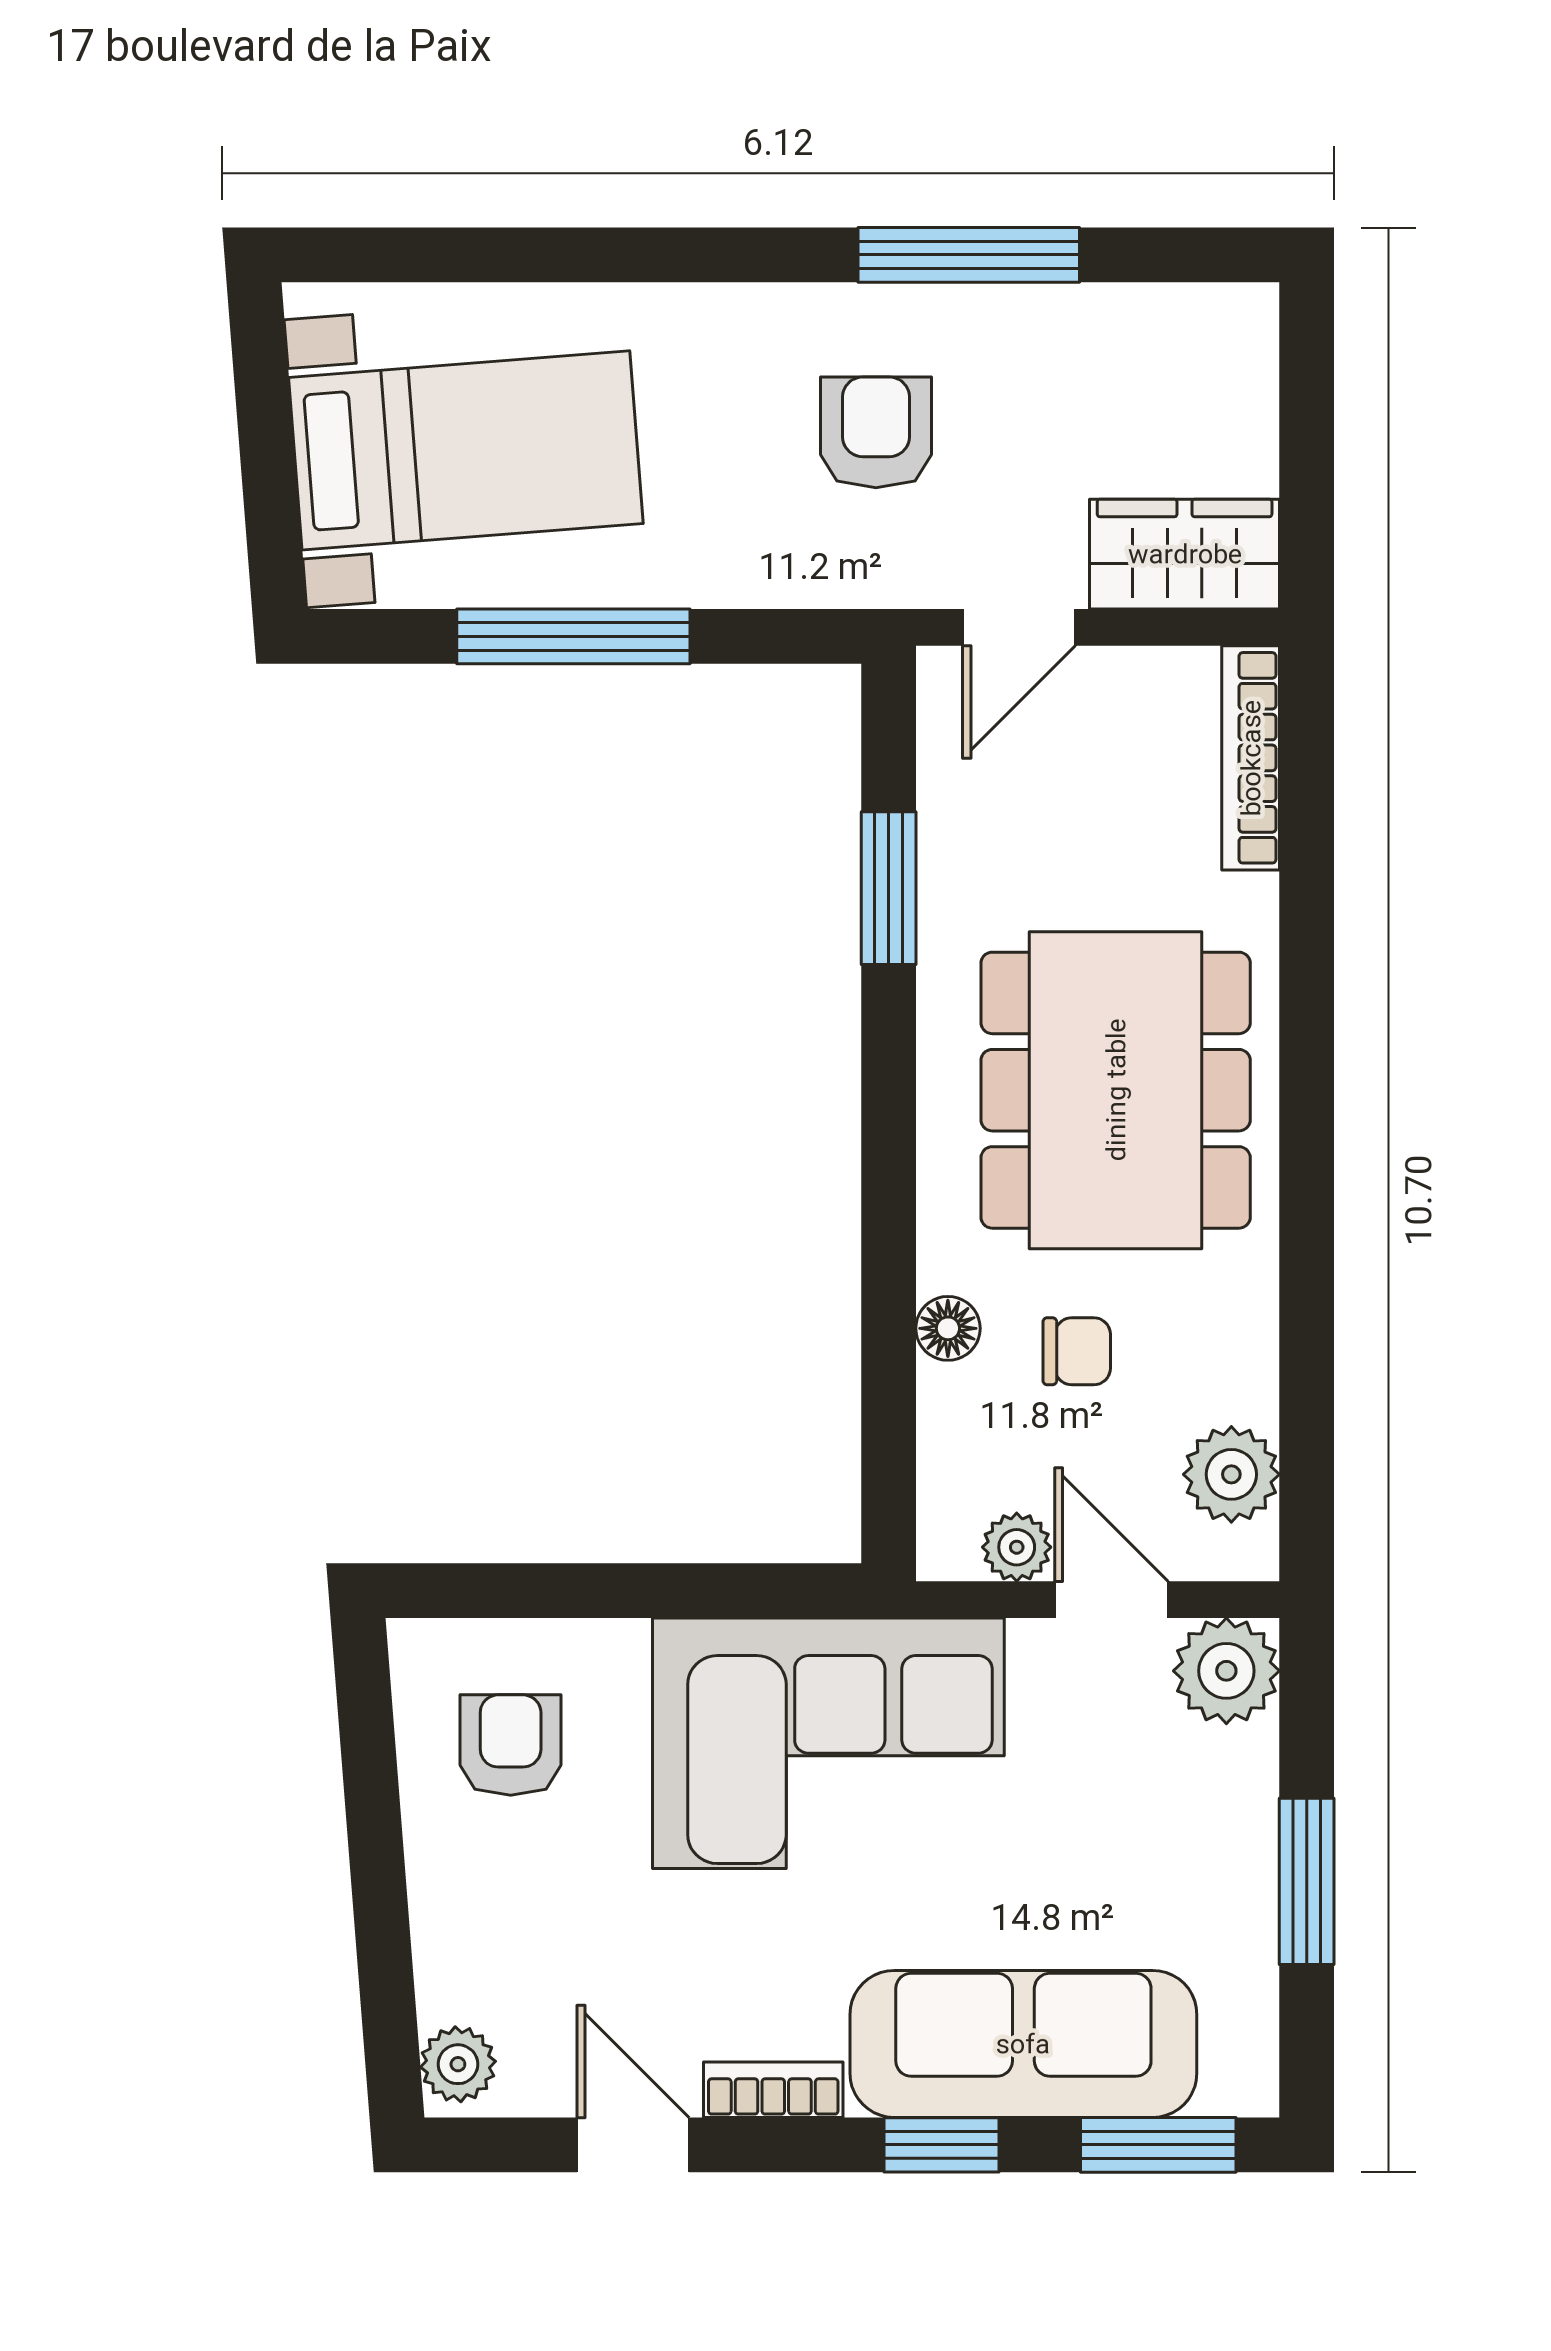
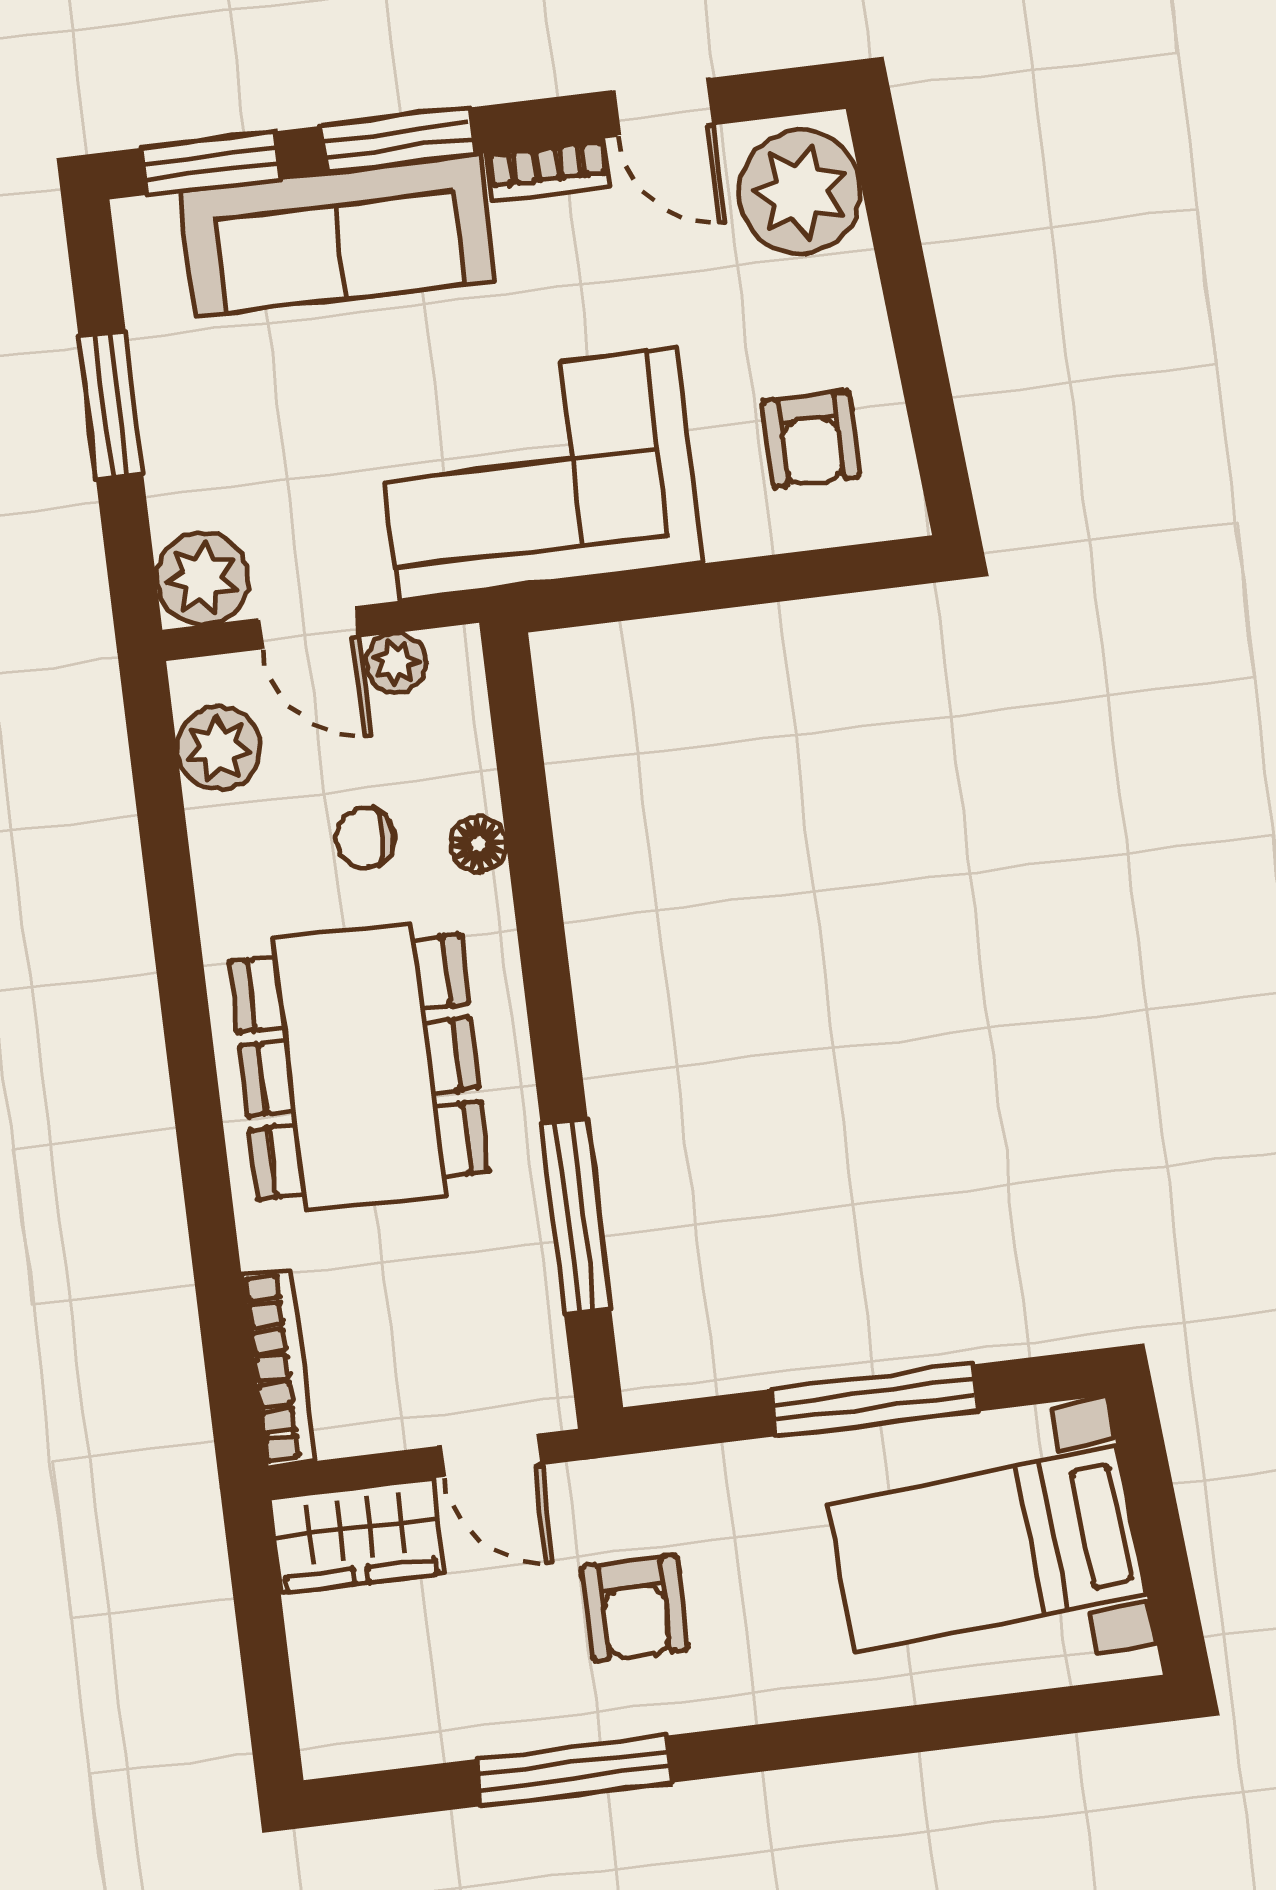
door: (1019, 627) -> (491, 1455), swing flipped
window: (889, 888) -> (576, 1217), width x1.44
plant: (458, 2064) -> (800, 192), width x1.87, depth x1.87
window: (941, 2145) -> (398, 140), width x1.50

